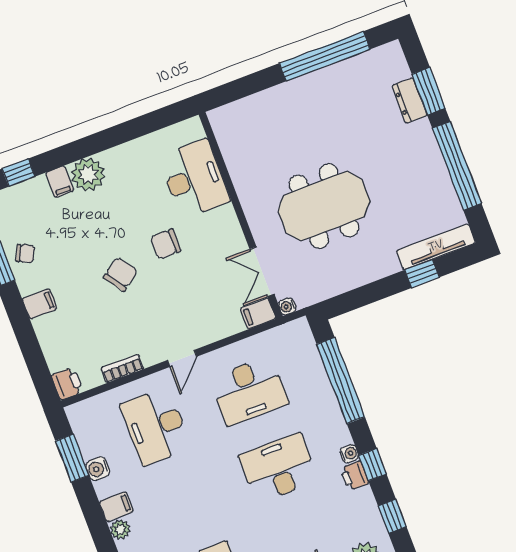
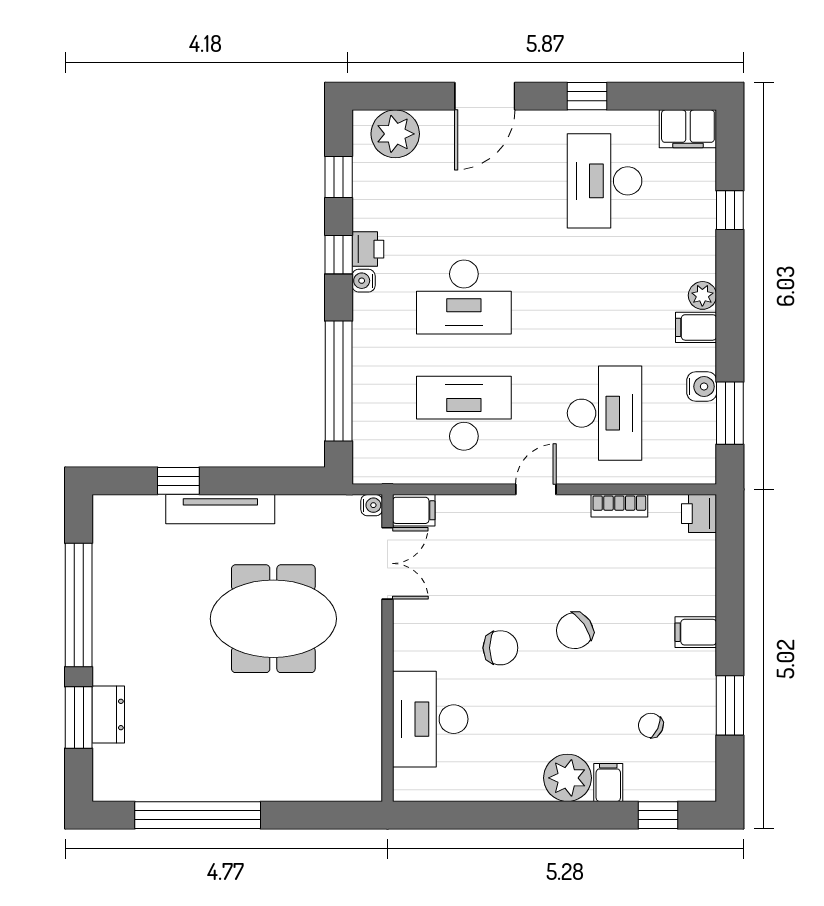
tv unit: (436, 247) -> (220, 509), moved
chair: (25, 254) -> (651, 725), moved

